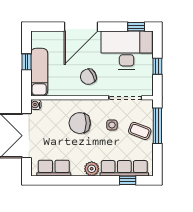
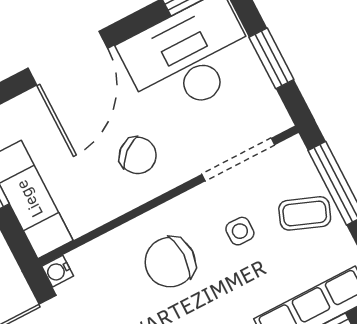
window: (157, 66) -> (271, 58), width x1.50
chair: (88, 77) -> (138, 155), turned -103

